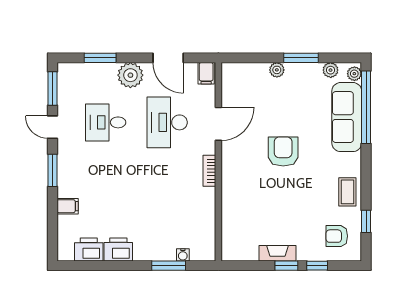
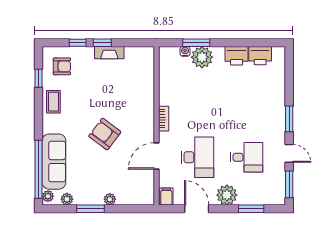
armchair: (283, 151) -> (105, 134), turned 127
filing cabinet: (68, 206) -> (277, 90), removed
plant: (162, 248) -> (202, 57), added

